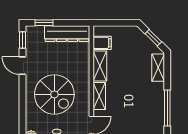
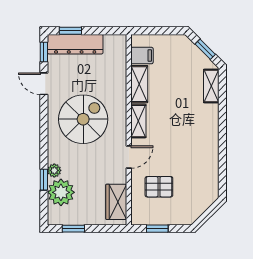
dresser: (67, 34) -> (75, 44), moved
spiral stairs: (54, 94) -> (83, 119), turned -90
window: (167, 108) -> (222, 136), removed

